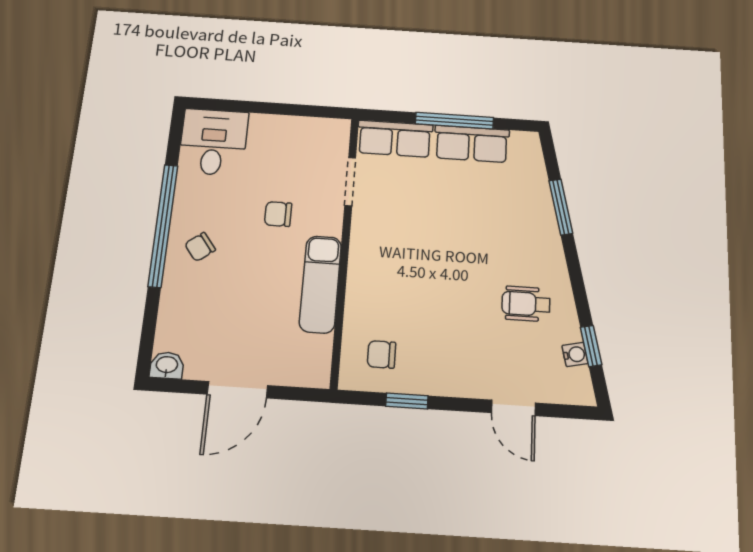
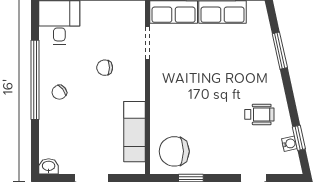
exam couch: (320, 284) -> (134, 132), moved
wheelchair: (526, 304) -> (259, 114), turned 180
chair: (381, 354) -> (174, 151), width x1.87, depth x1.87

